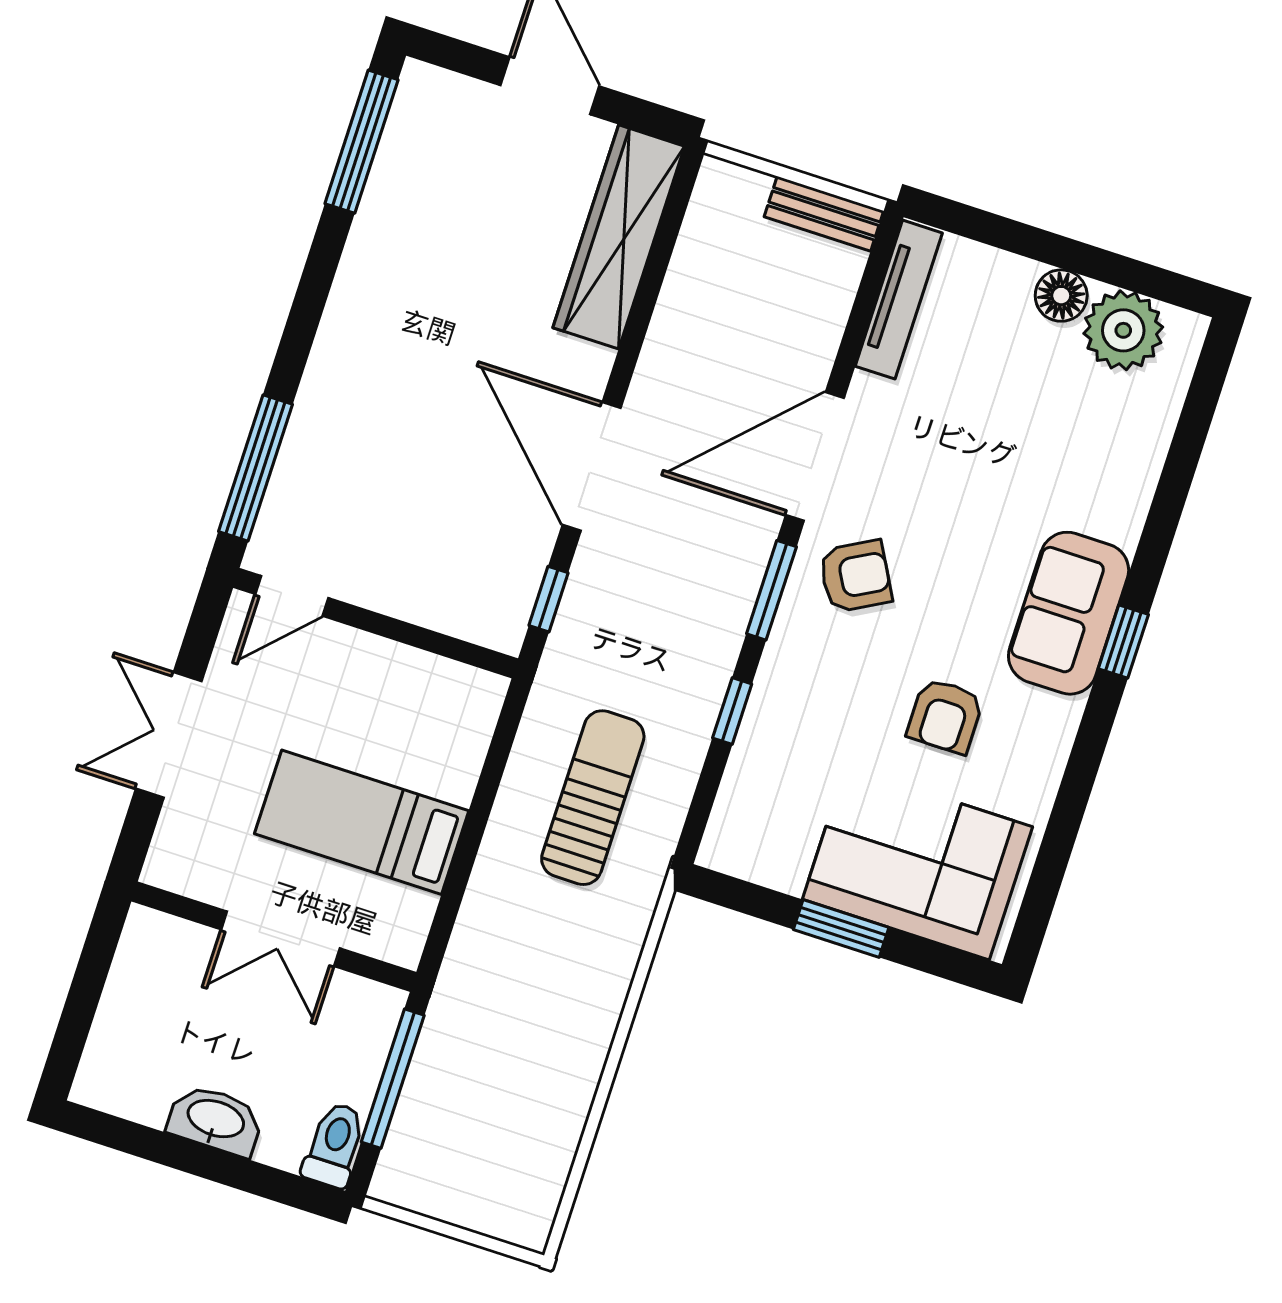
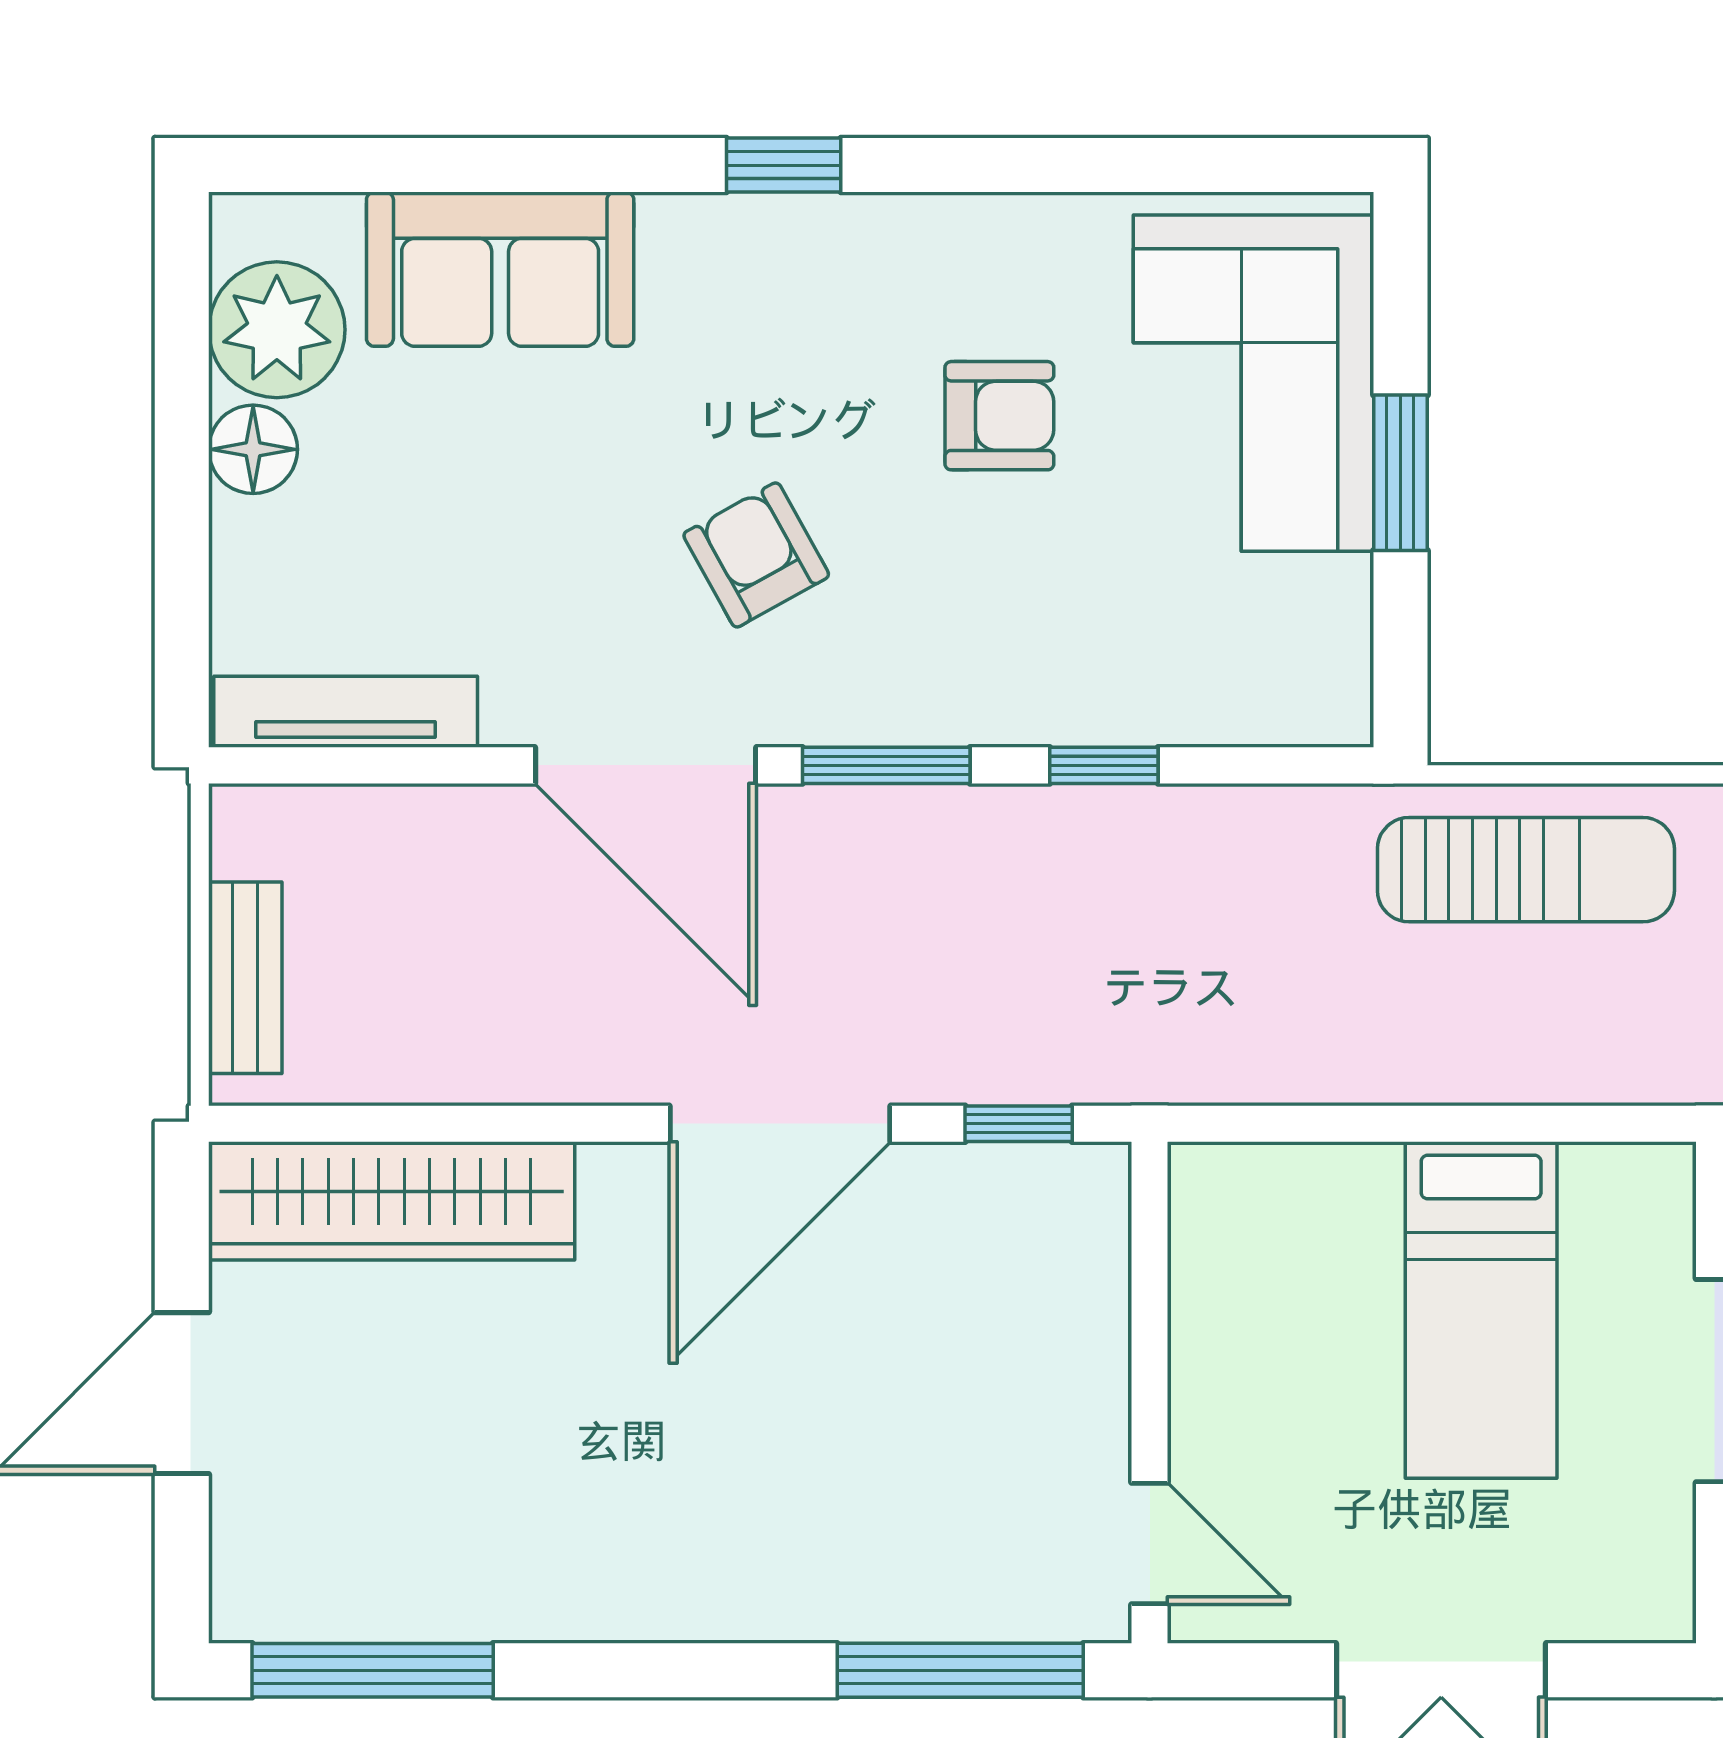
bench: (824, 214) -> (245, 978), moved
armchair: (855, 576) -> (756, 555), moved
sofa: (1069, 613) -> (500, 269), moved
sun lounger: (593, 798) -> (1526, 870), moved, turned 180

